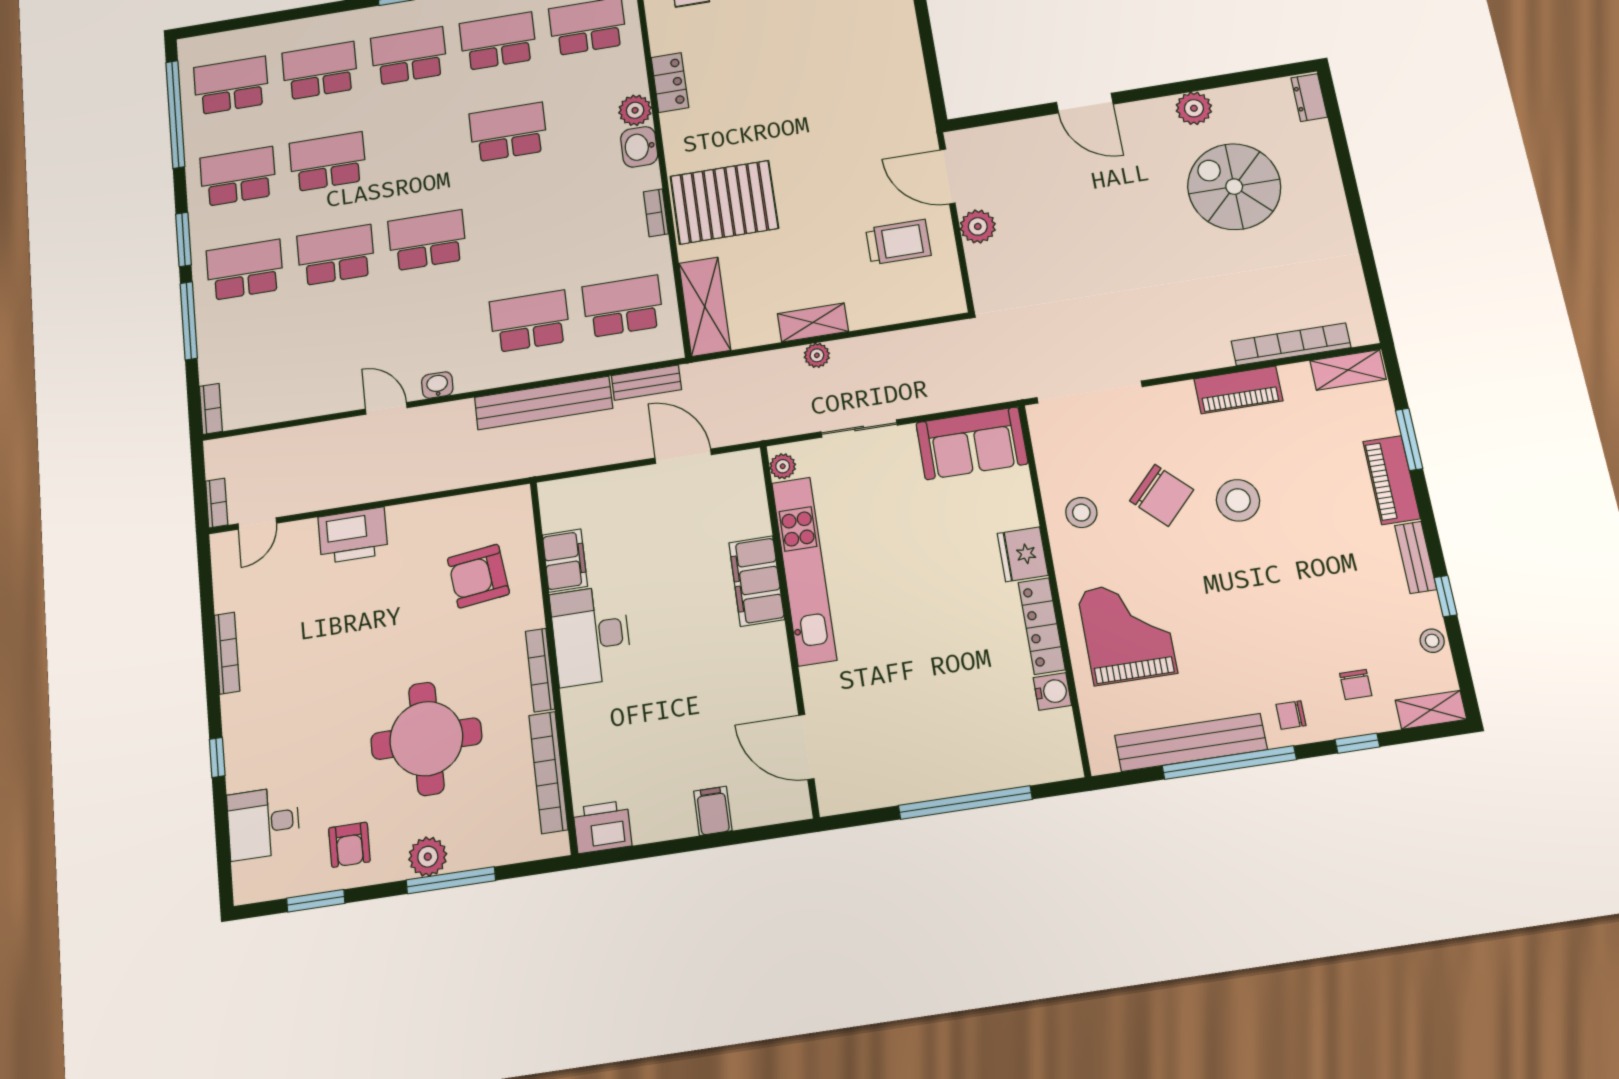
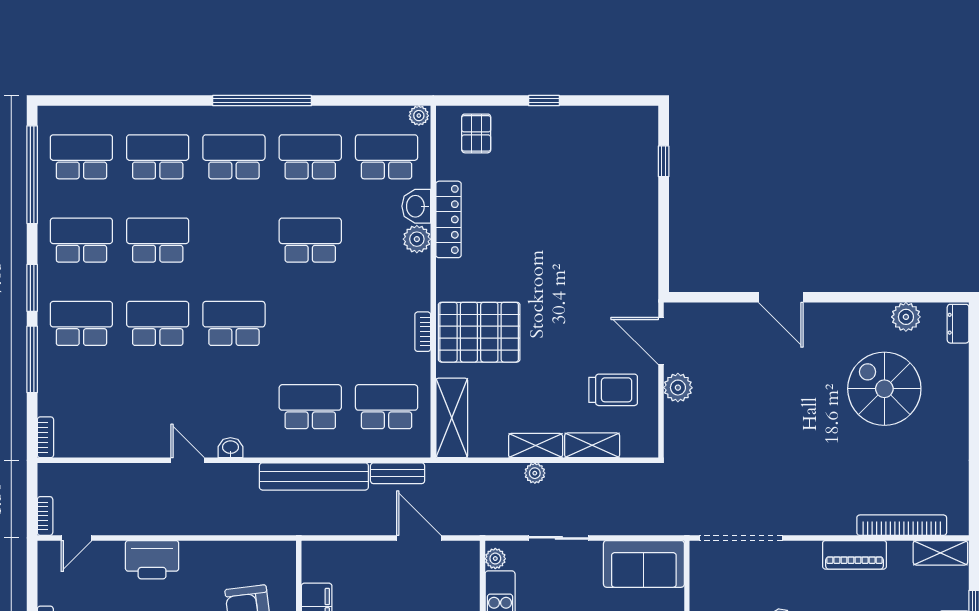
locker: (670, 82) -> (448, 219), width x1.53
plant: (1194, 108) -> (906, 317), moved
washbasin: (639, 147) -> (416, 206), moved
shelving: (883, 311) -> (592, 445), added

